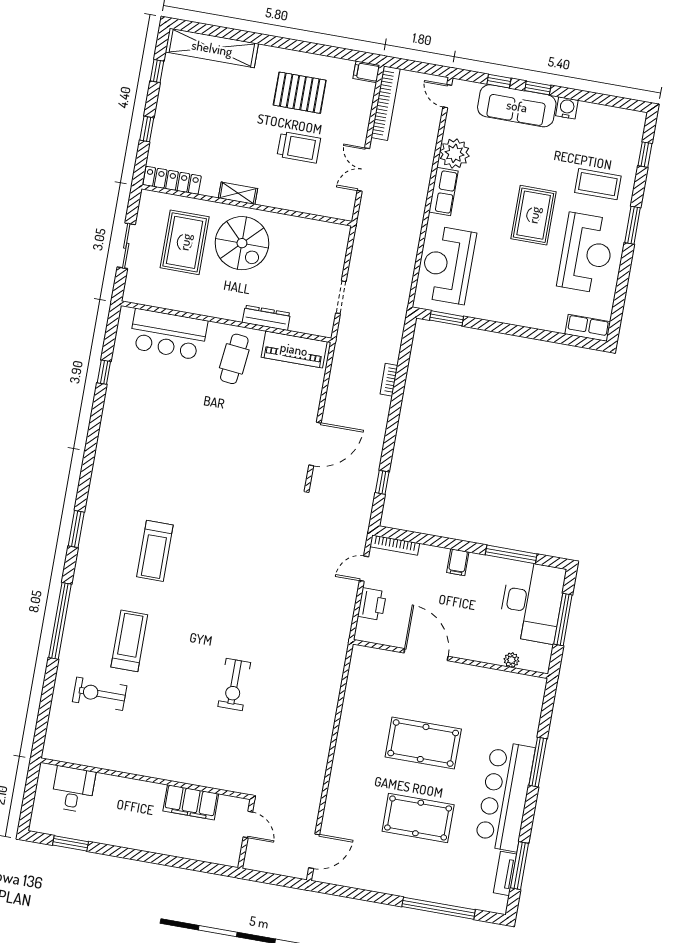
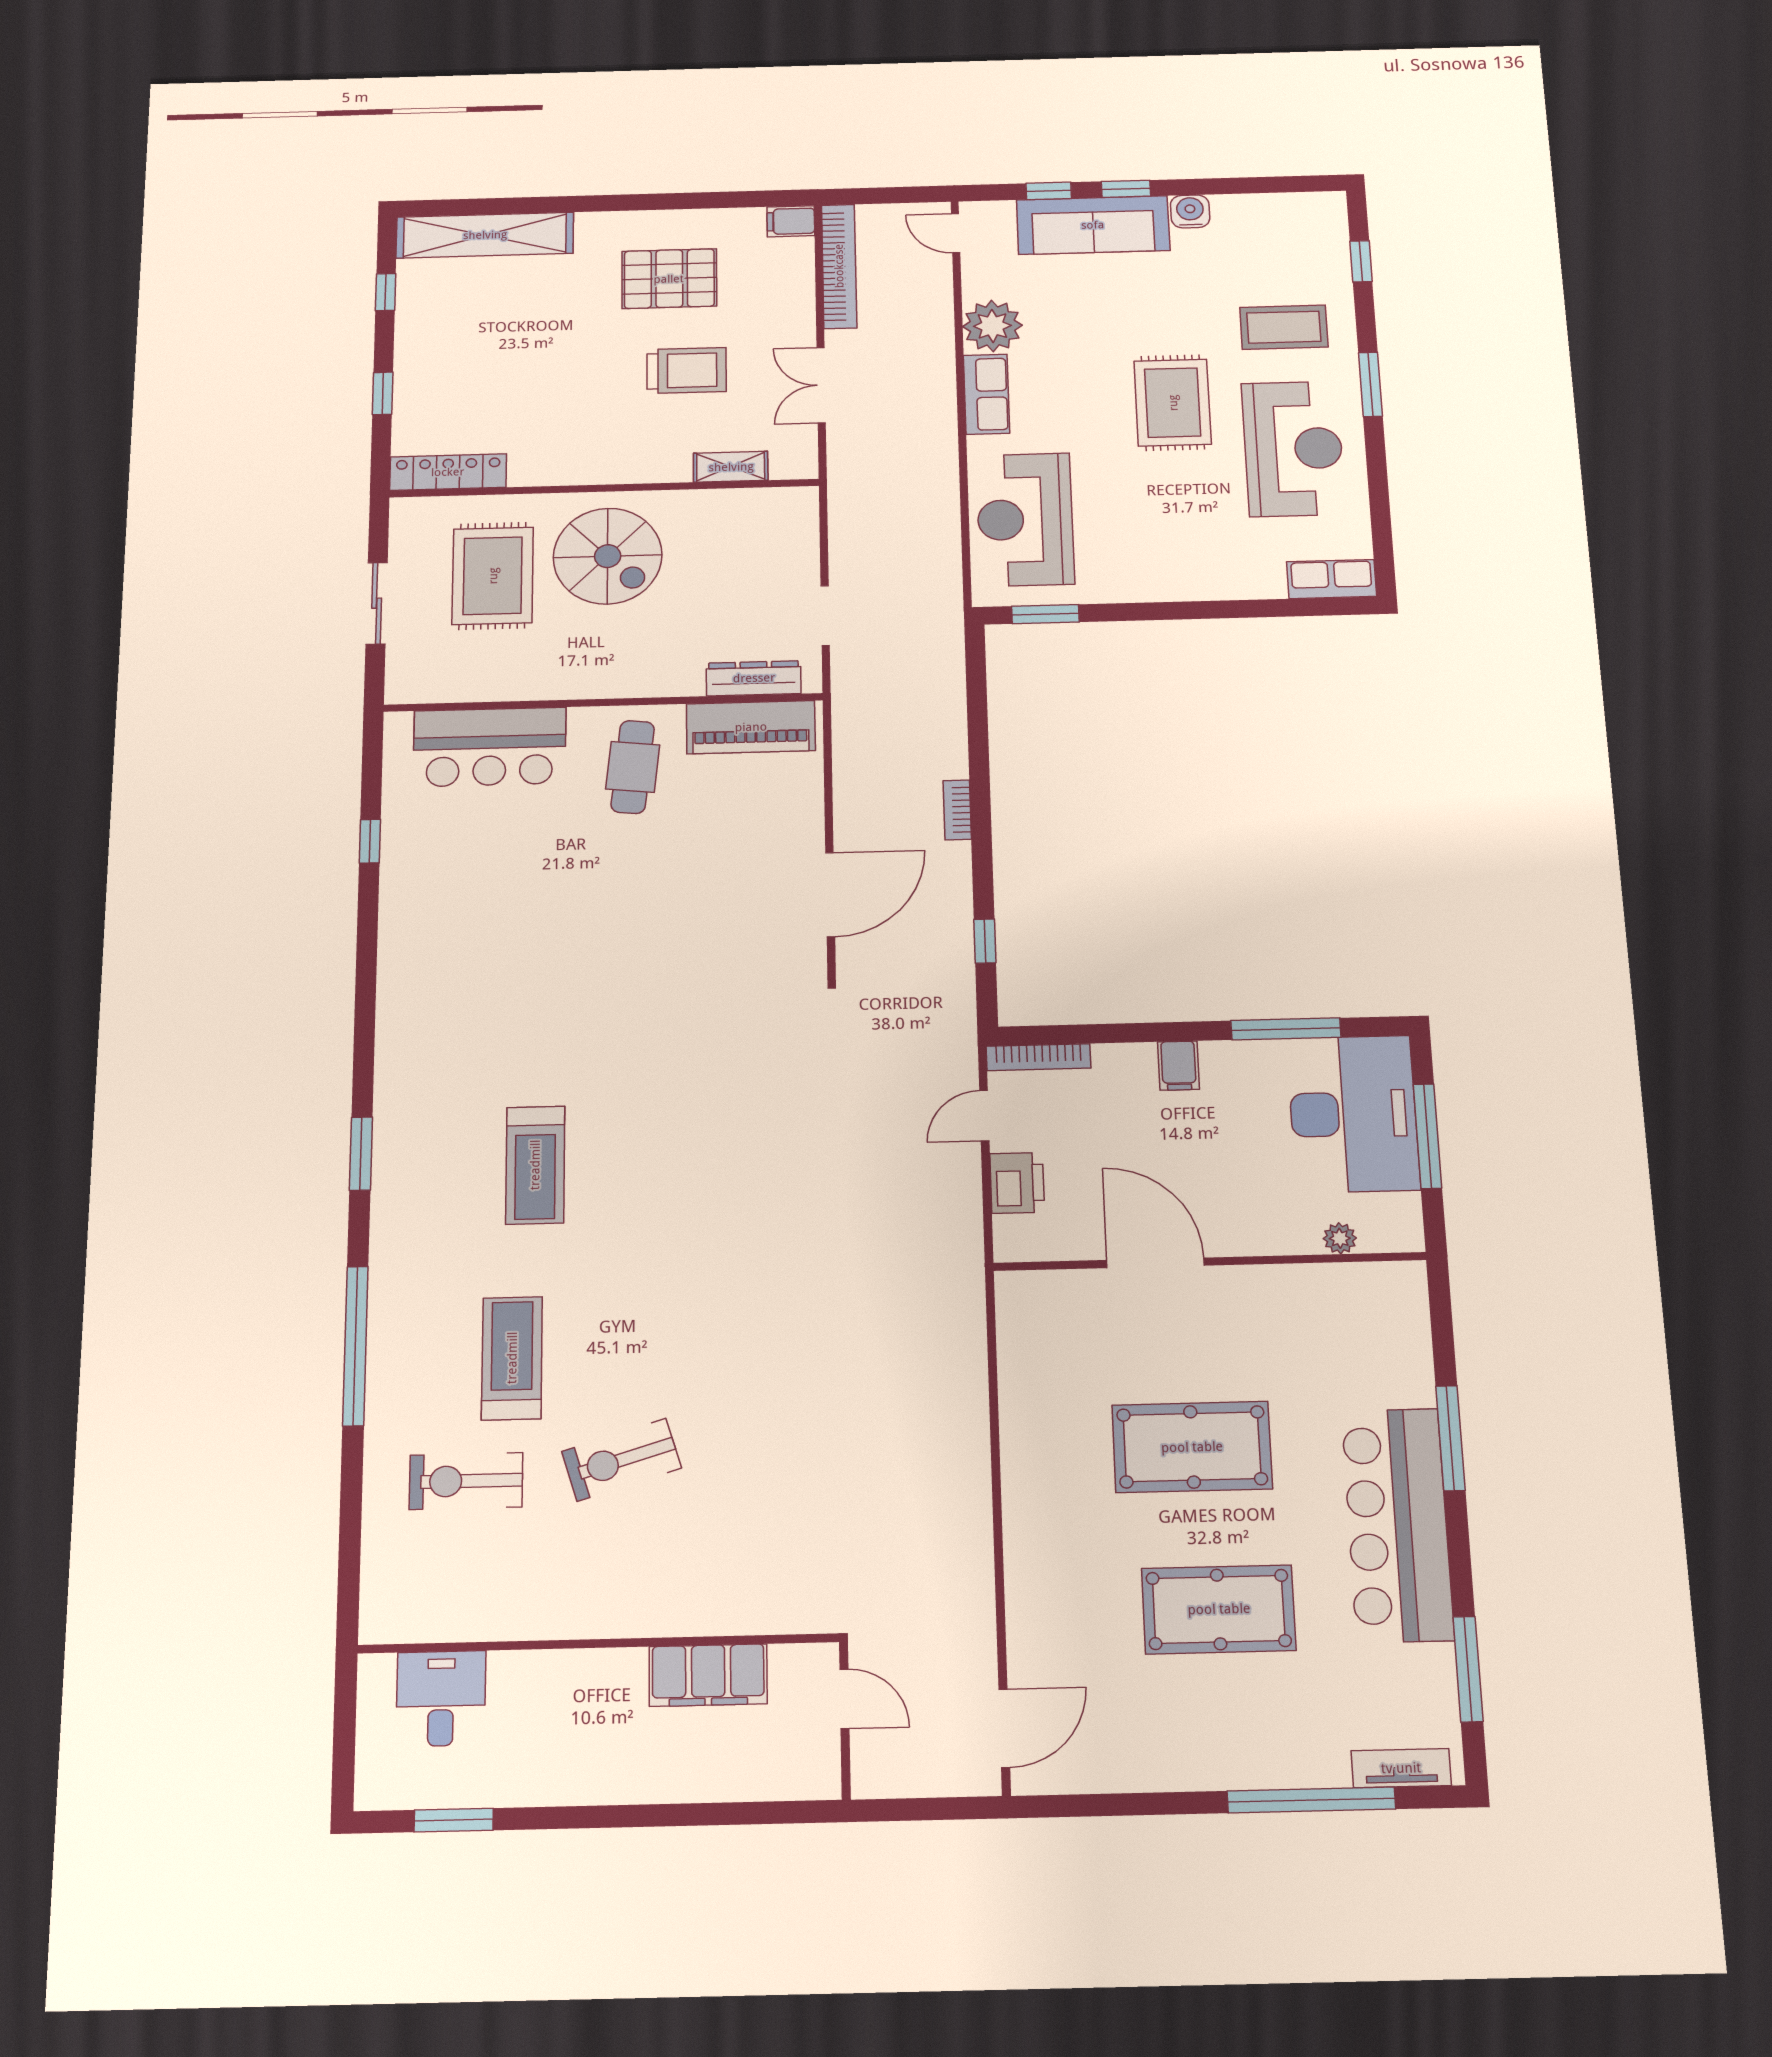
shelving: (238, 193) -> (731, 467), moved
dresser: (266, 318) -> (754, 678), moved
bookcase: (389, 380) -> (957, 810), moved
exercise bike: (234, 684) -> (622, 1460), moved, turned 73
tv unit: (505, 873) -> (1401, 1768), moved, turned 90

